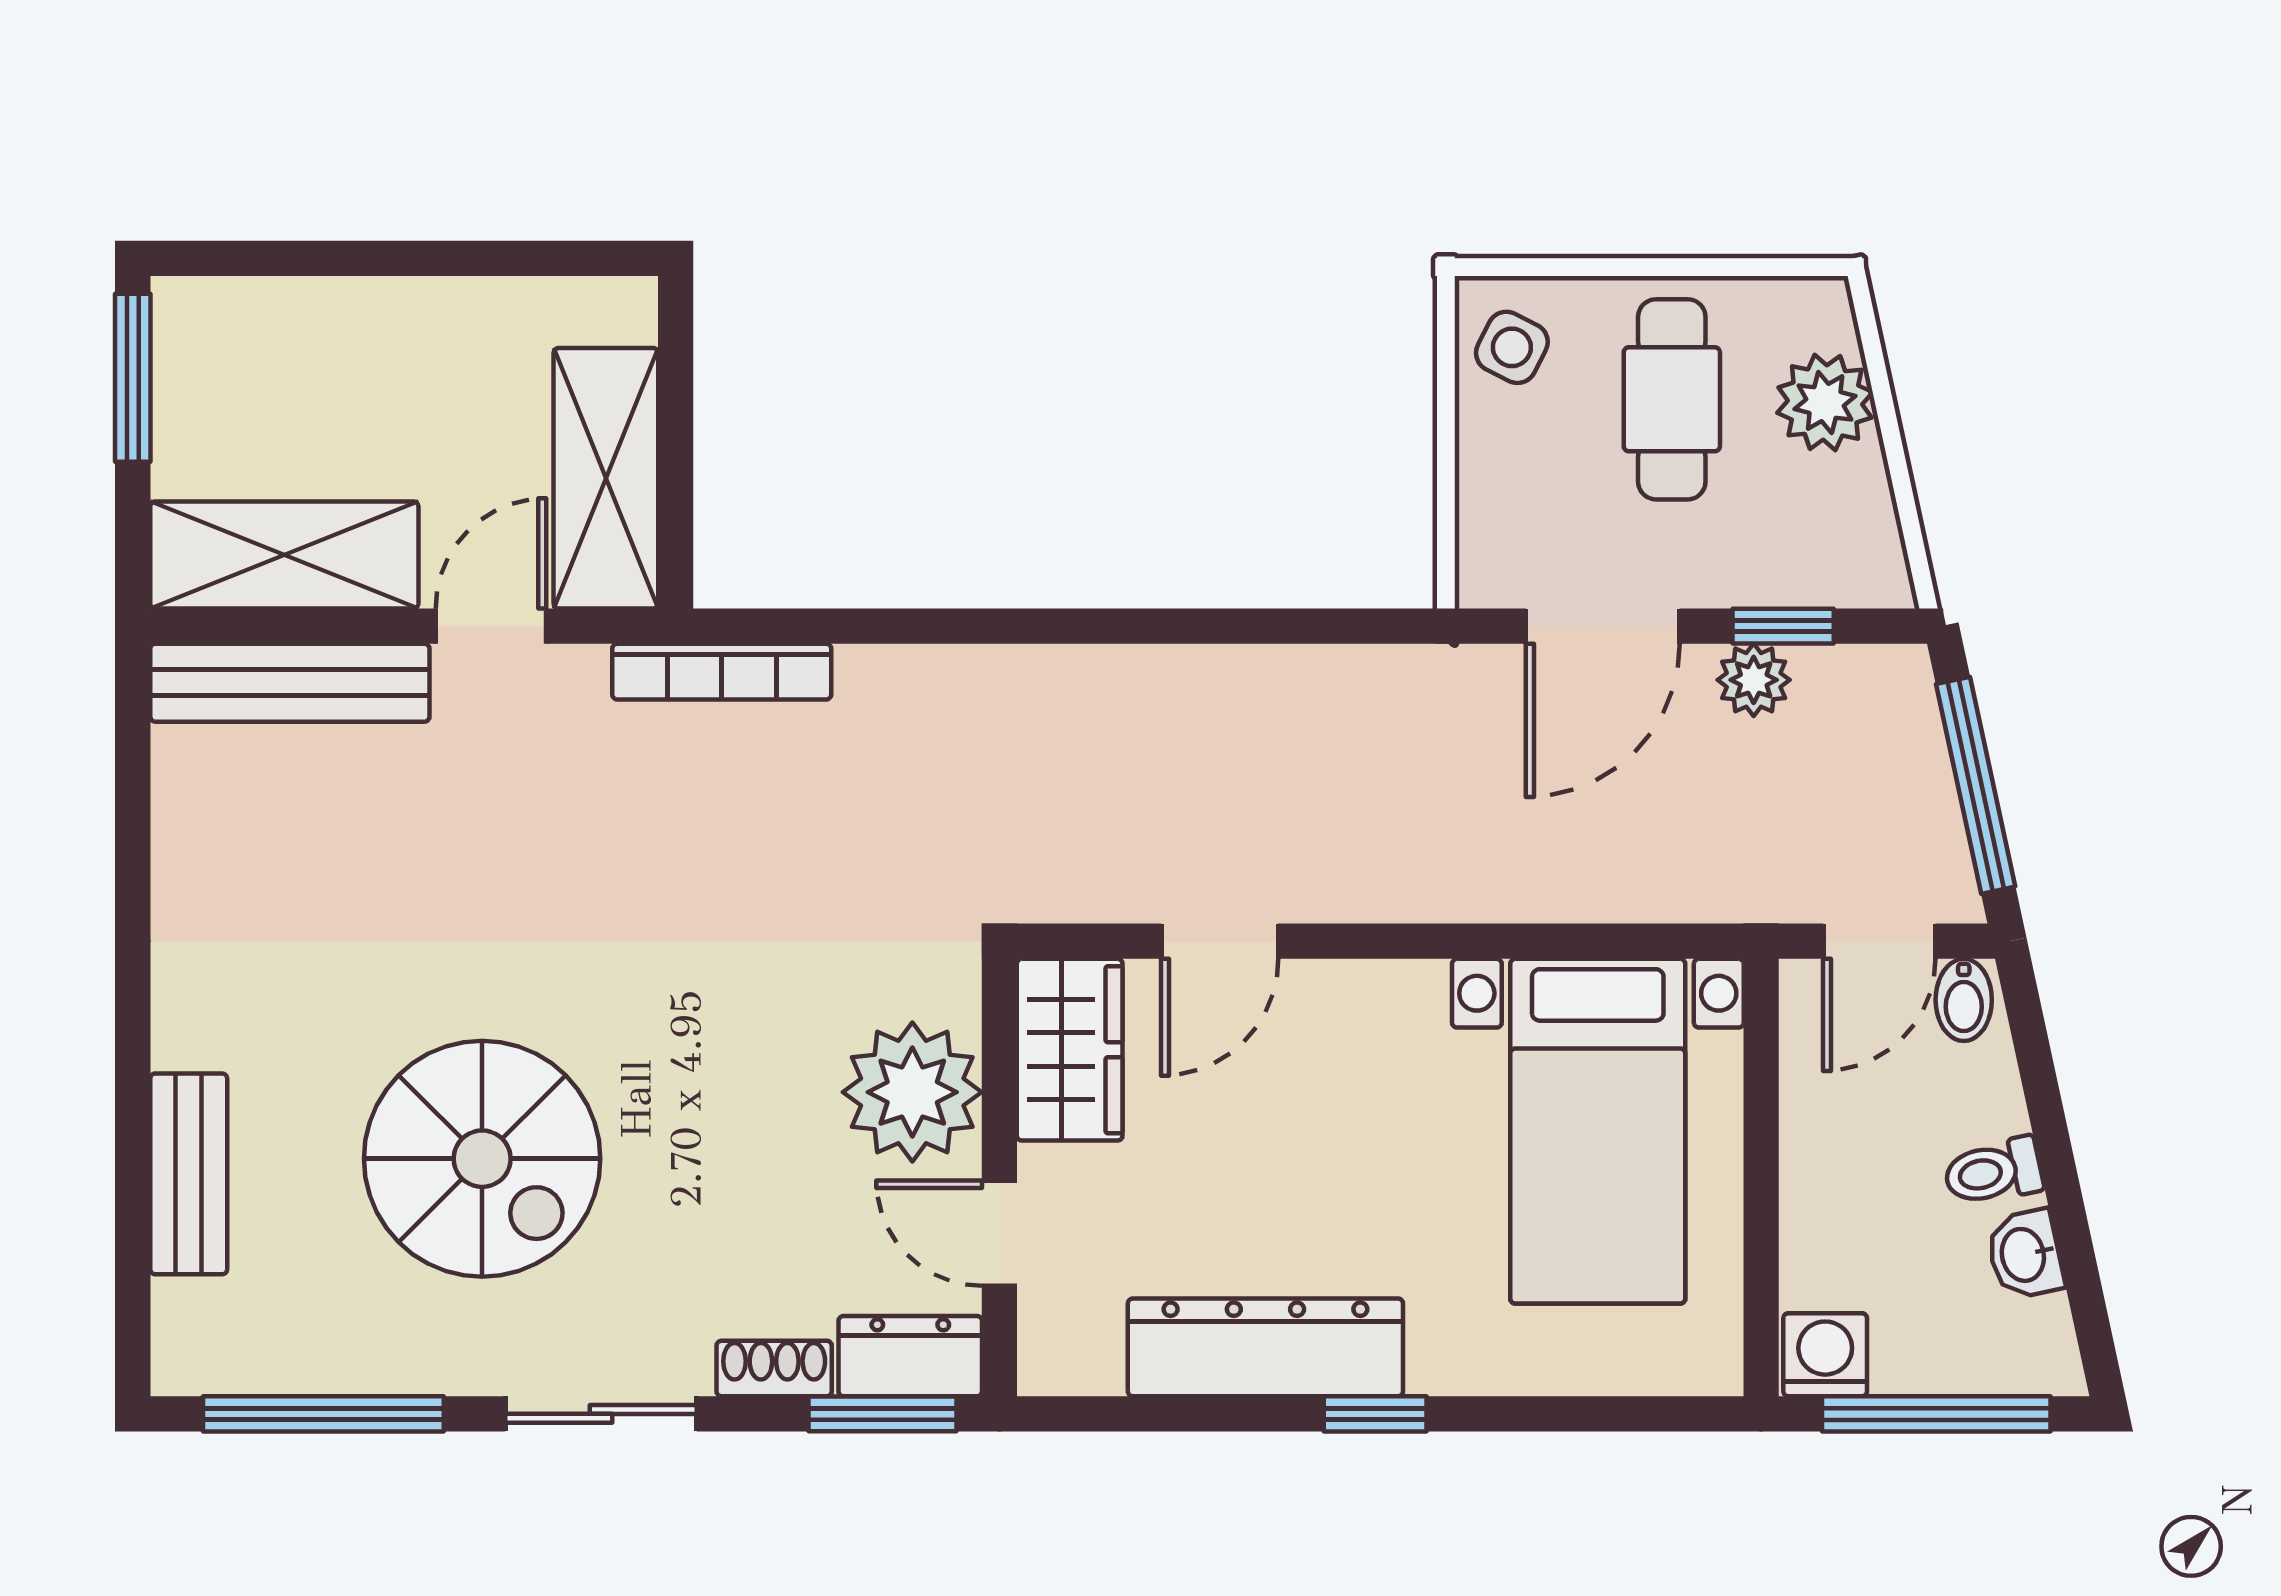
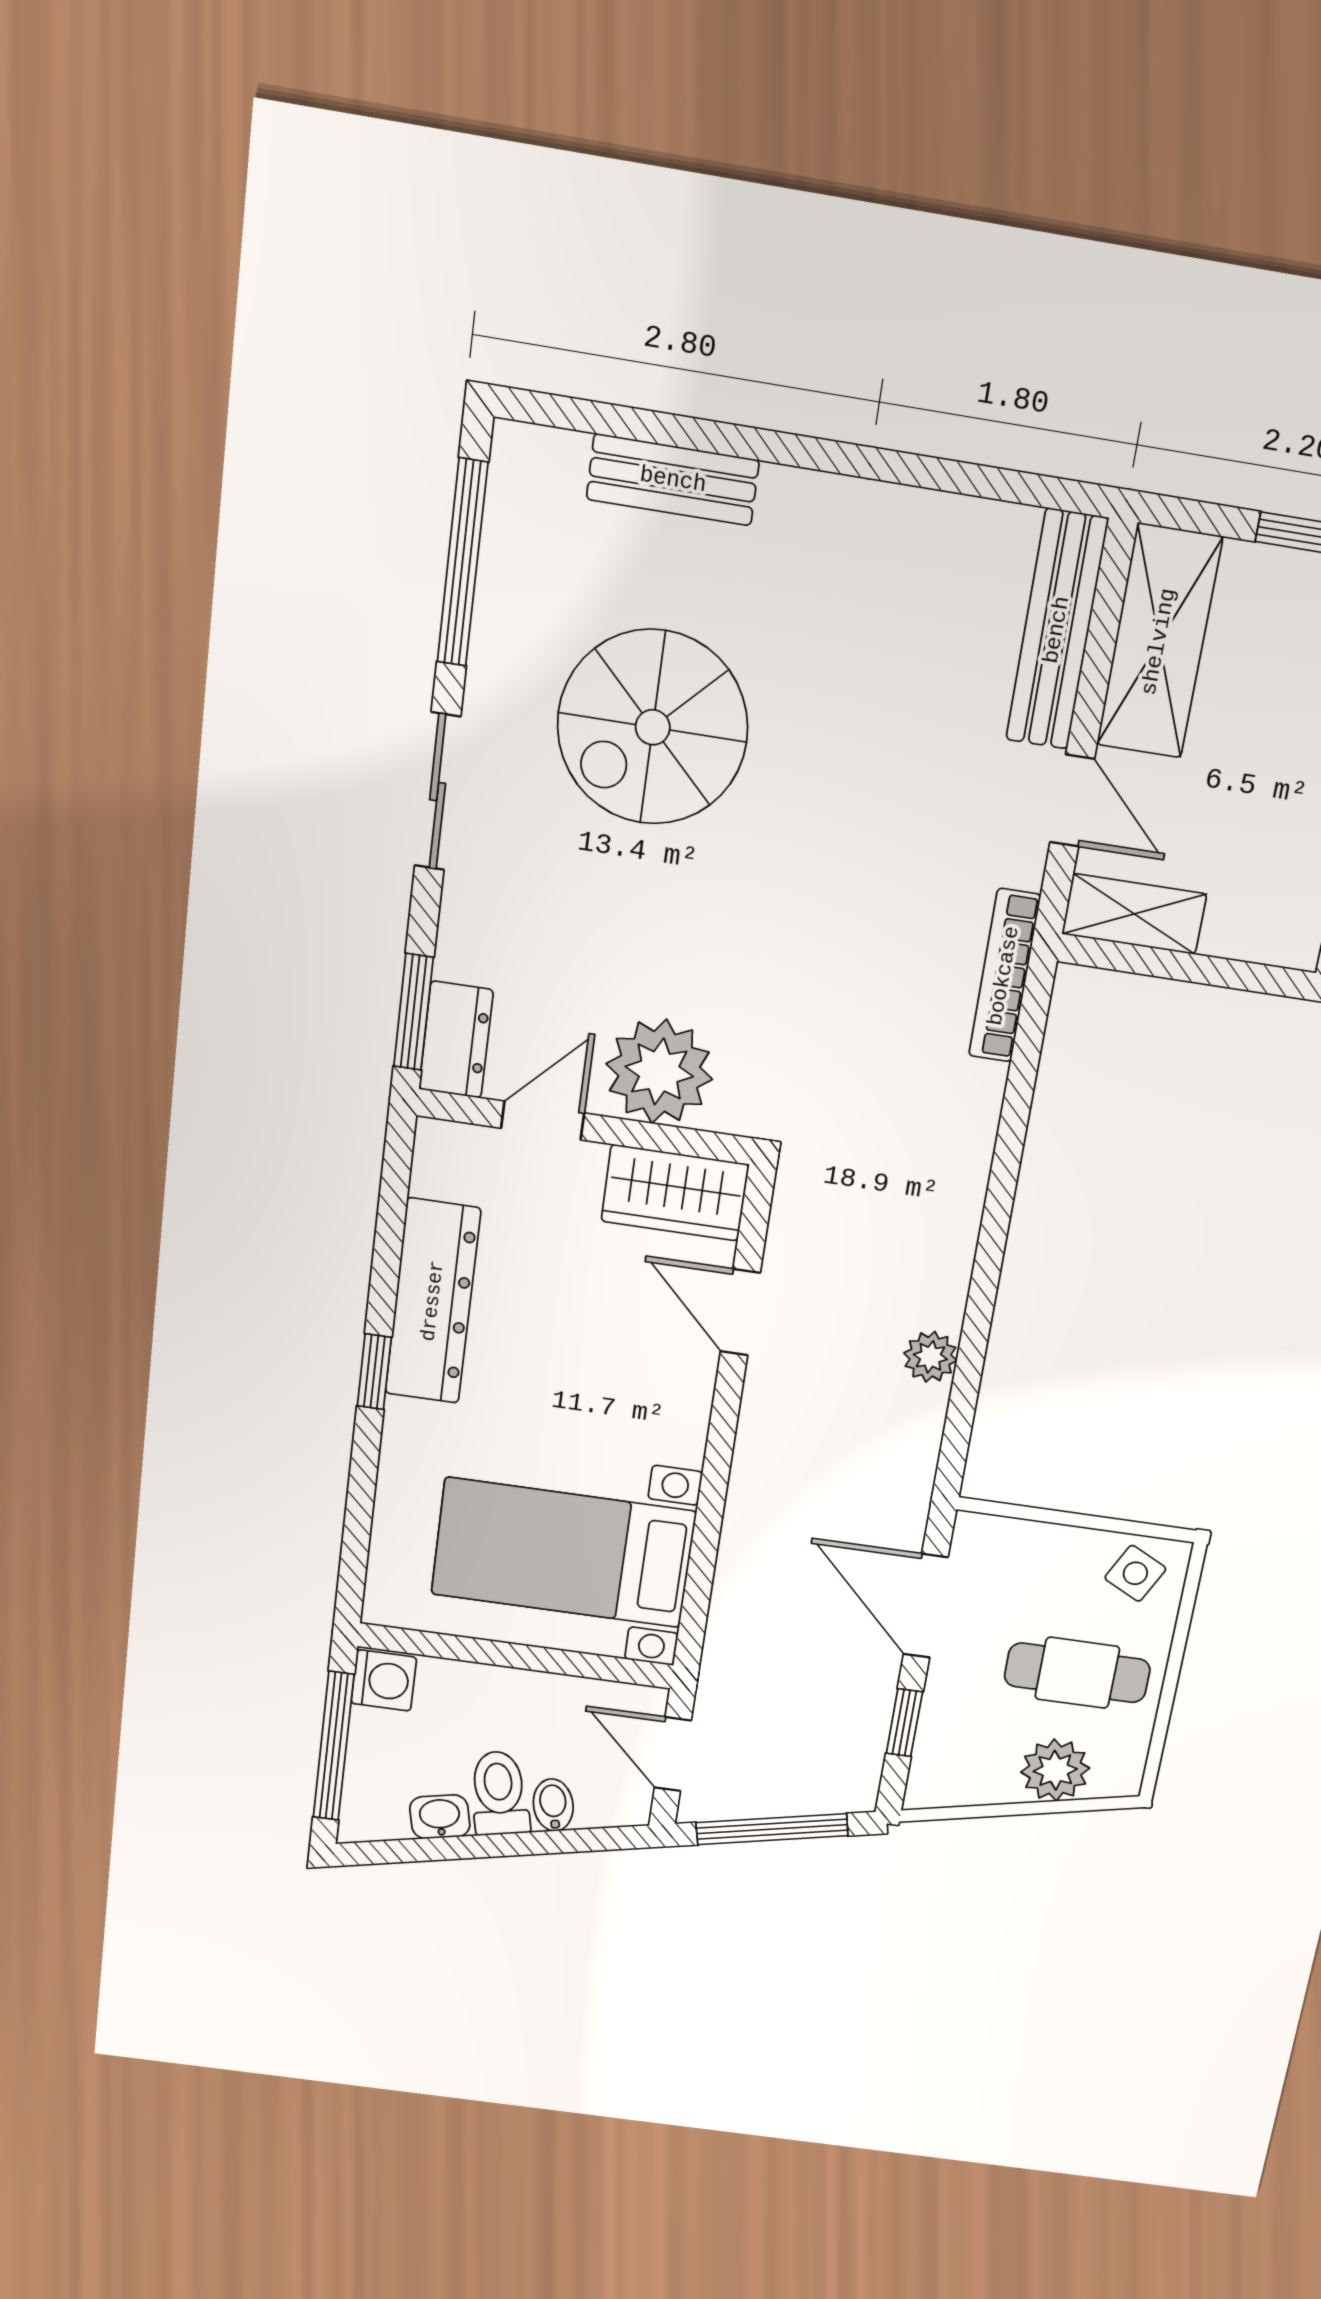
shelving: (606, 478) -> (1134, 914), width x0.67, depth x0.75
plant: (1754, 680) -> (930, 1357), moved
bidet: (1964, 1000) -> (553, 1805), moved, turned 78
toilet: (1993, 1172) -> (499, 1793), width x1.37, depth x1.39
shoe rack: (774, 1369) -> (458, 934), removed

